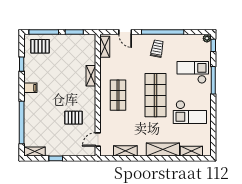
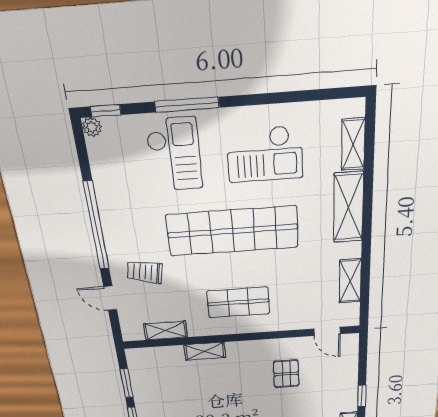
door: (125, 32) -> (110, 298), swing flipped
shelving: (105, 47) -> (166, 331), moved
trolley: (157, 49) -> (145, 272), moved
checkout: (193, 72) -> (174, 155), turned 180
shop shelf: (156, 95) -> (233, 231), width x1.40
checkout: (190, 112) -> (265, 154), turned 90

